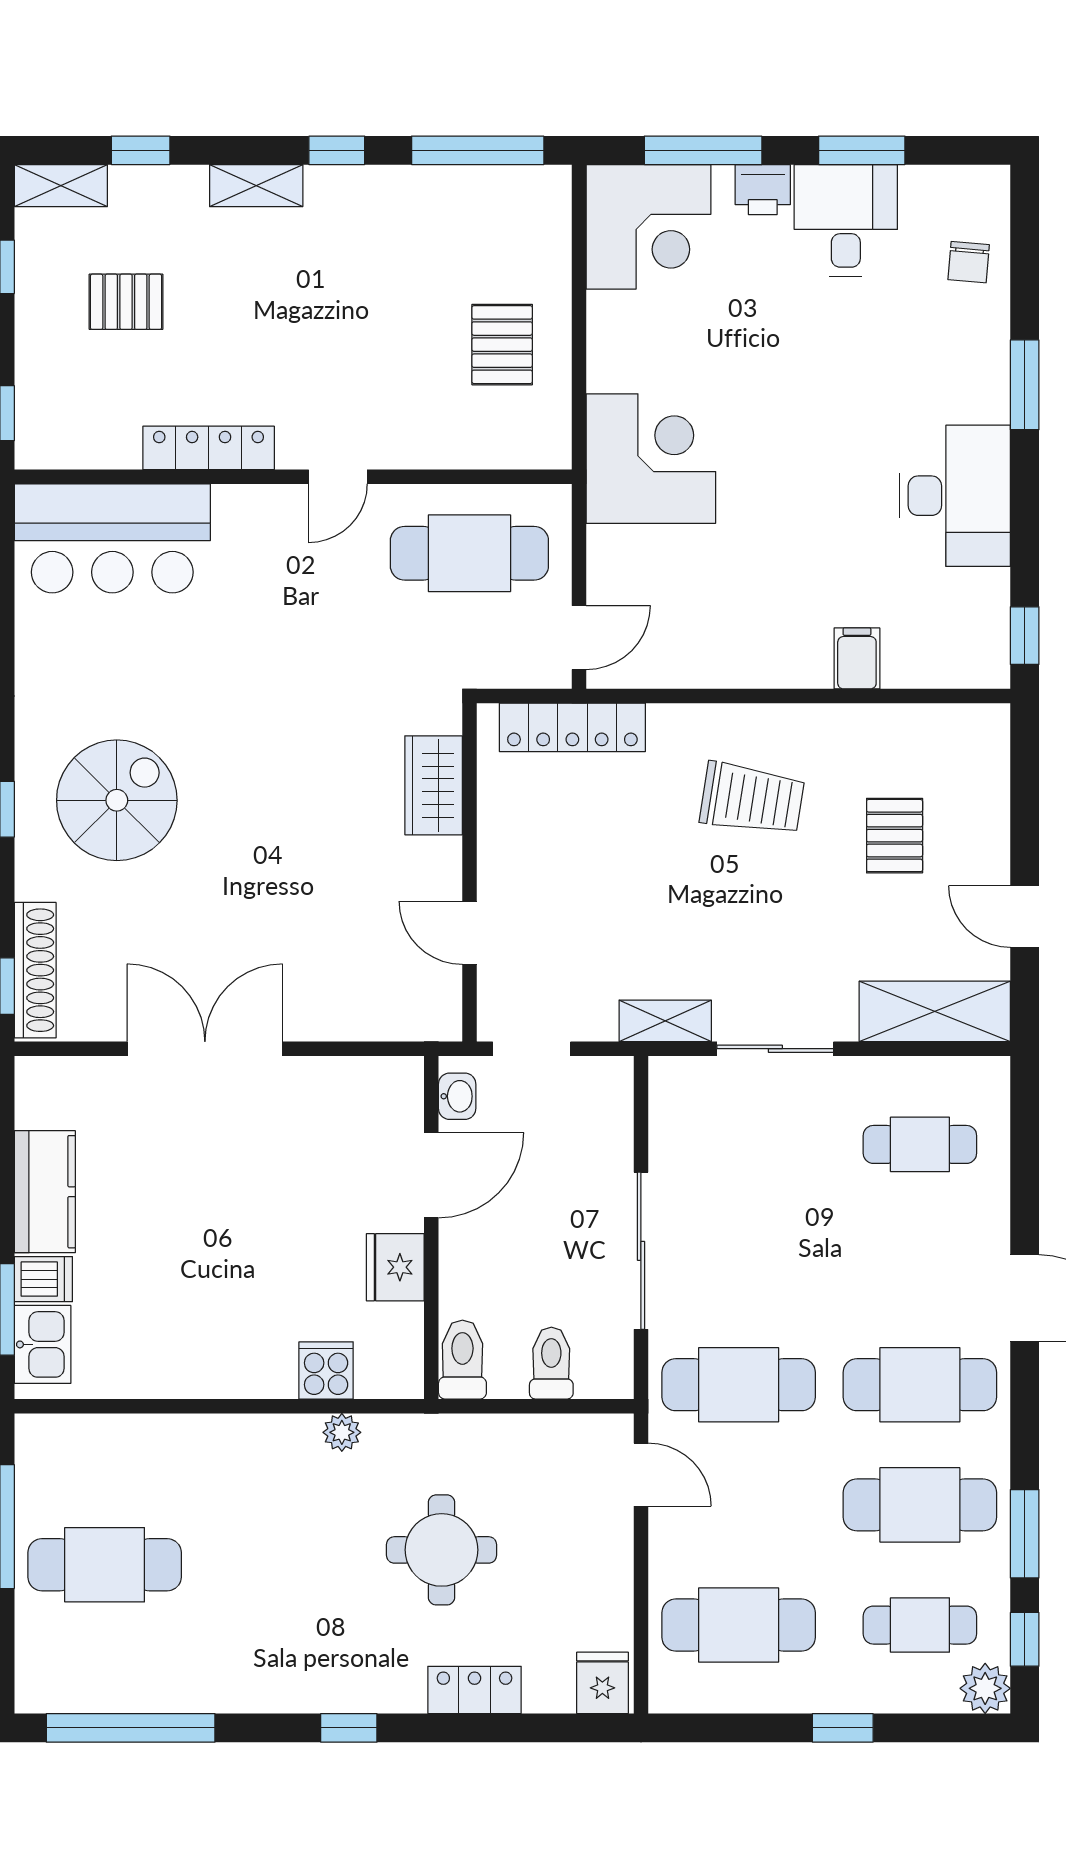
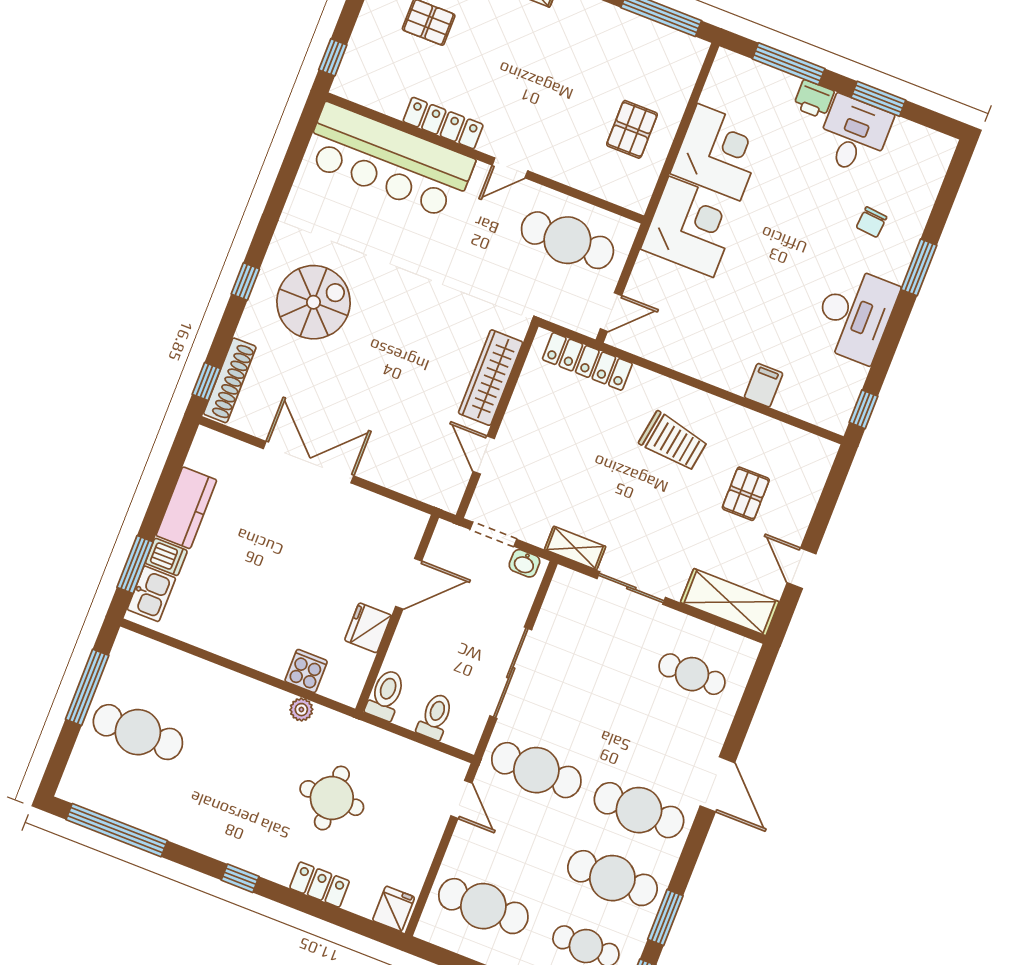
corner desk: (649, 227) -> (719, 152), moved, turned -90
chair: (969, 262) -> (872, 222), moved
bar counter: (112, 538) -> (389, 161), width x1.36
wardrobe: (434, 785) -> (491, 378), width x1.50
washbasin: (457, 1096) -> (524, 563), moved, turned 90

